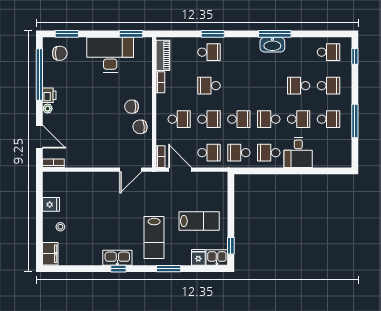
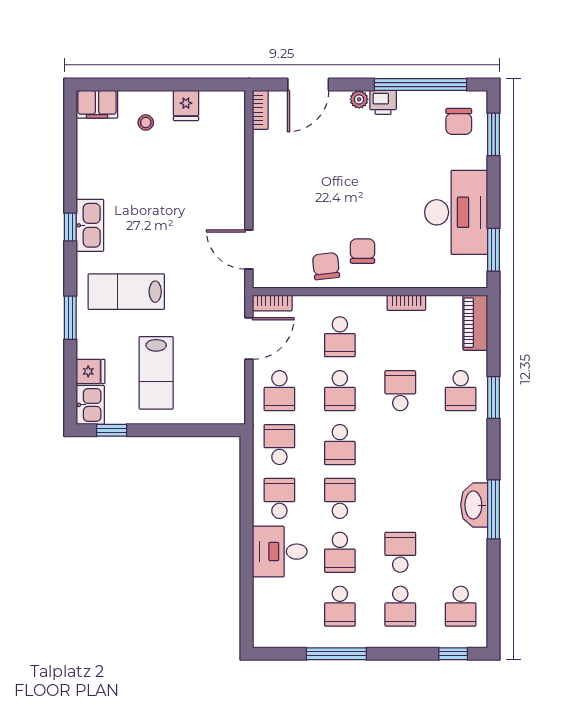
piano: (163, 55) -> (475, 323), moved, turned 90

